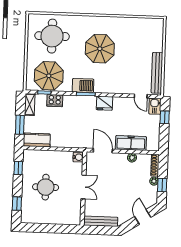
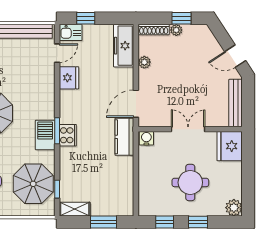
cooker: (55, 101) -> (68, 135), moved
fridge: (104, 103) -> (69, 78), moved
kitchen counter: (37, 140) -> (124, 137), moved
freezer: (131, 143) -> (124, 46), moved
window: (17, 204) -> (198, 222), moved
fridge: (70, 216) -> (230, 146), added
plant: (27, 217) -> (234, 208), added
door: (143, 217) -> (235, 56), moved

